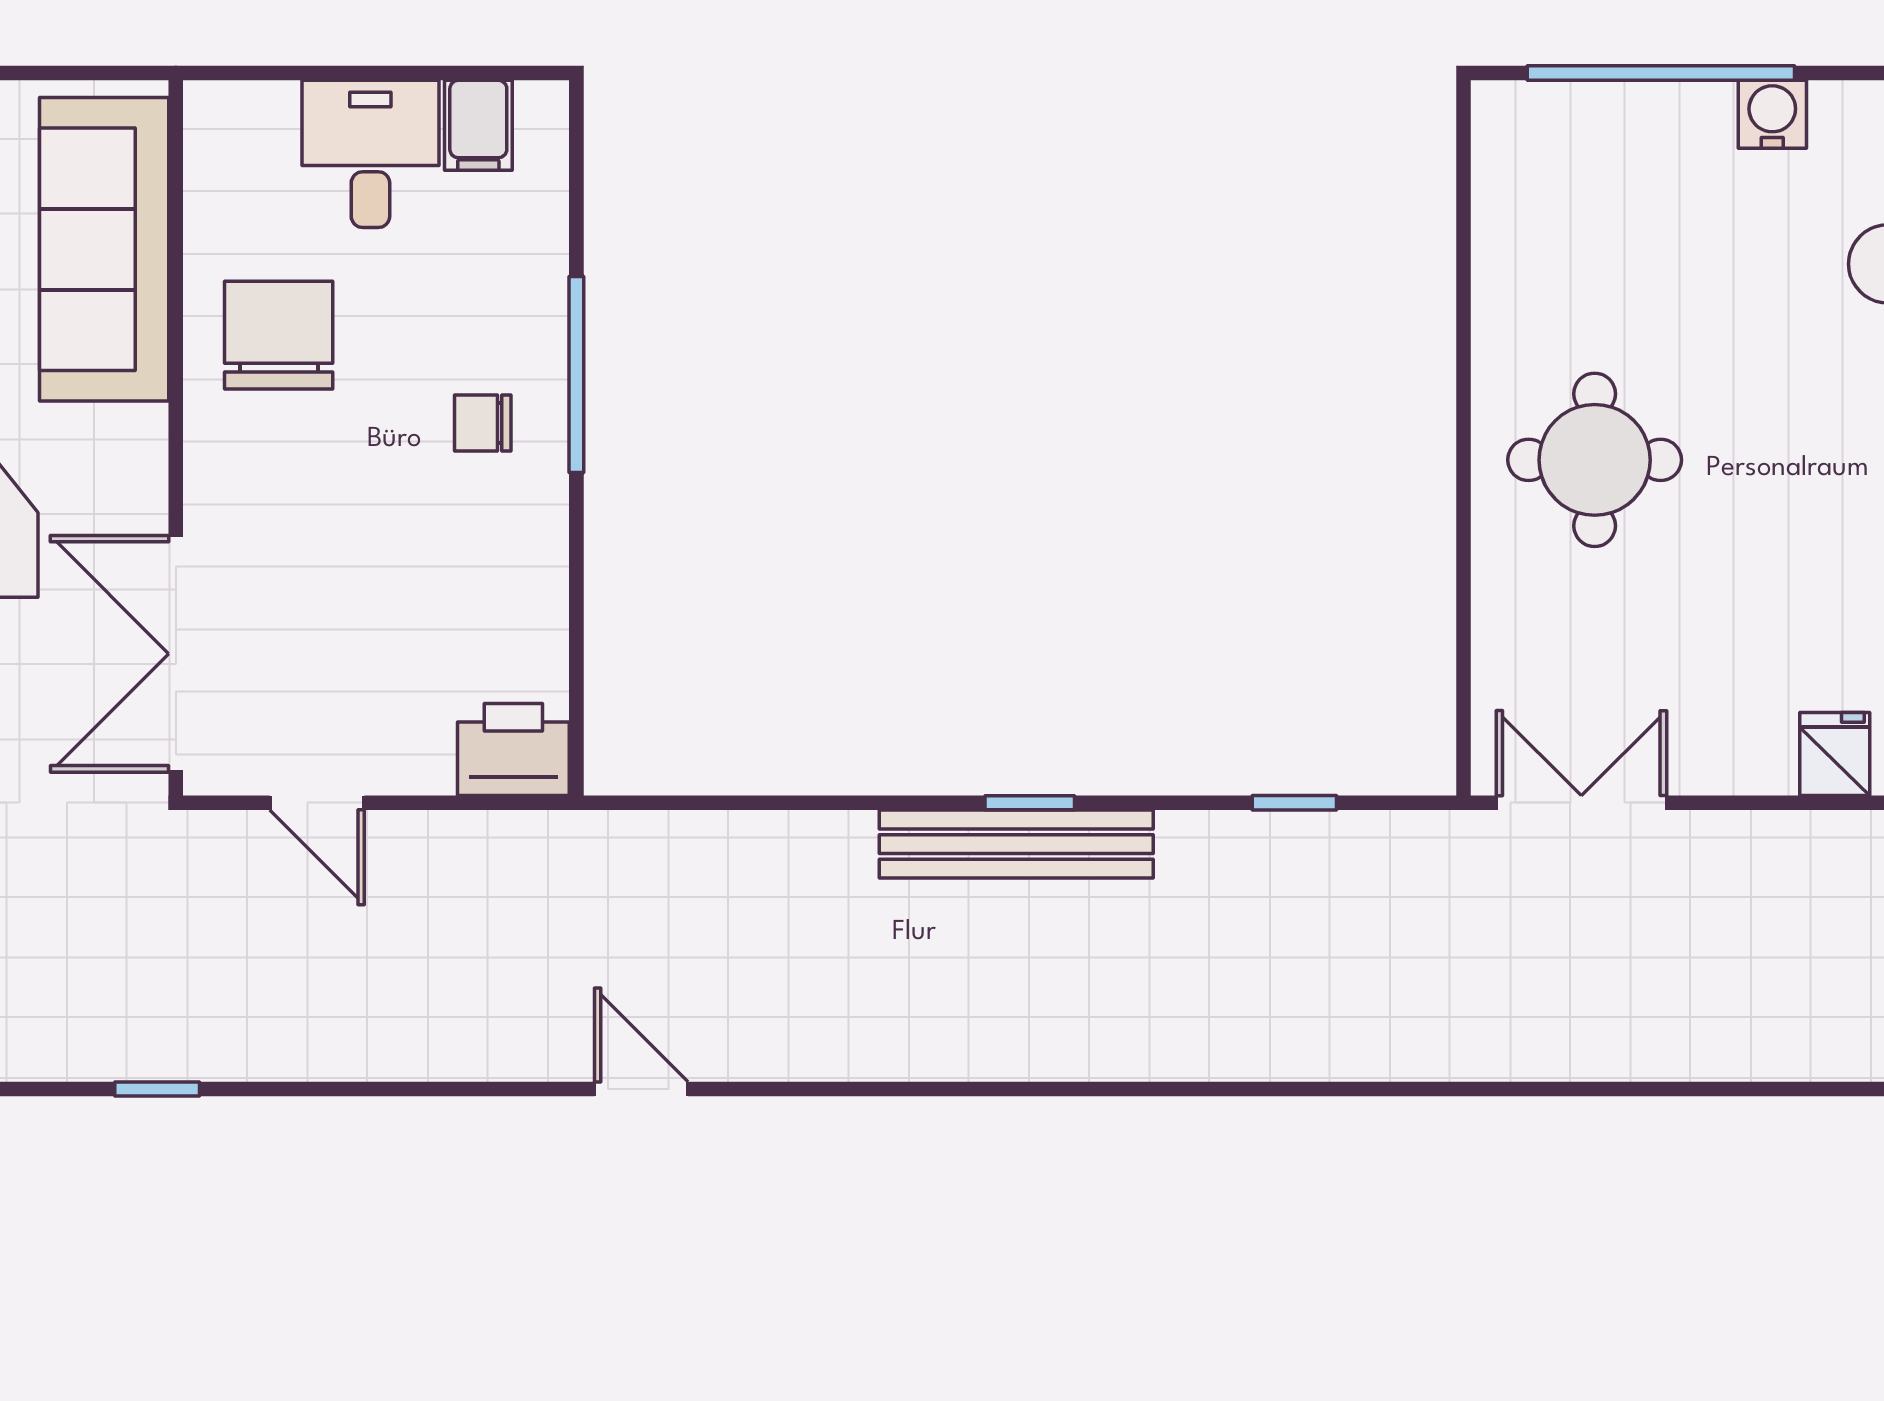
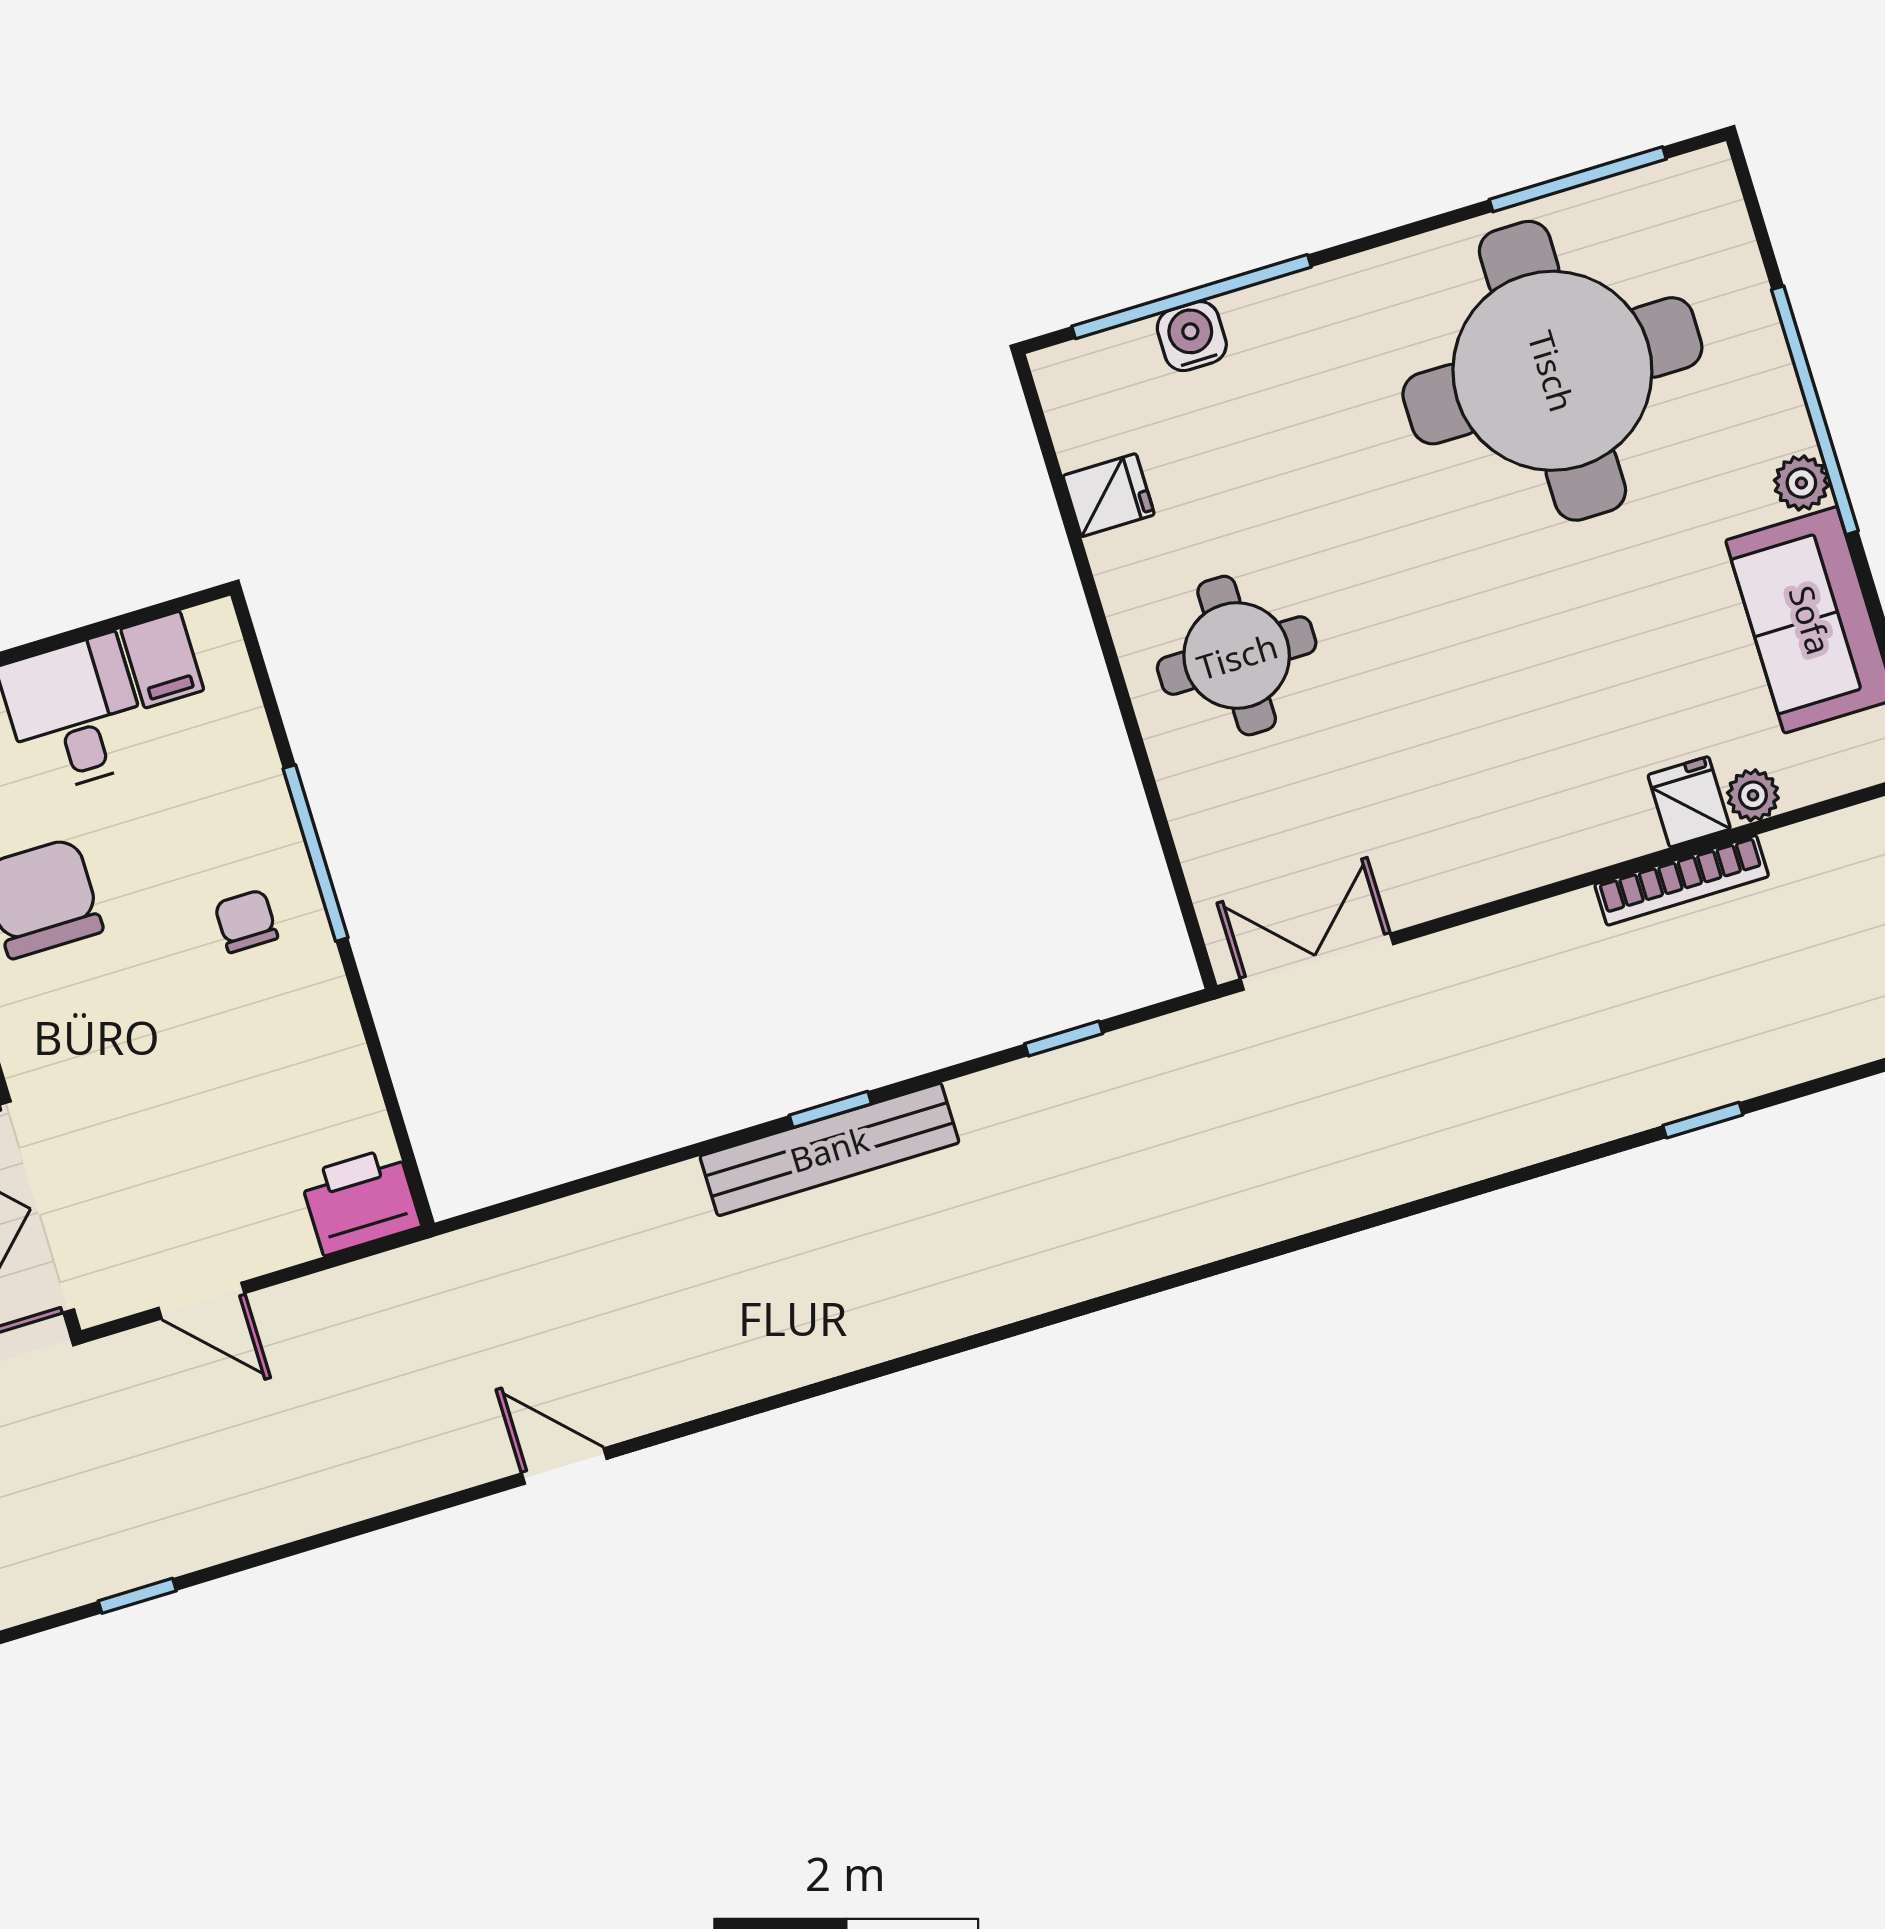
water cooler: (1772, 114) -> (1192, 336), moved
chair: (483, 423) -> (246, 921), turned 90
fridge: (1835, 754) -> (1109, 495), moved, turned 90

